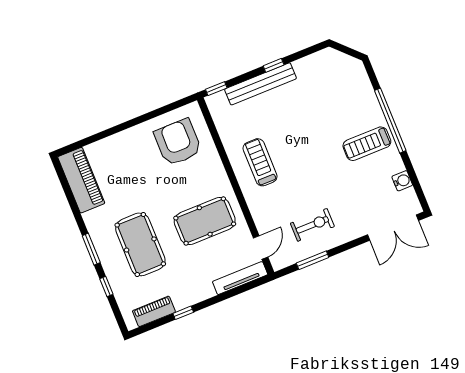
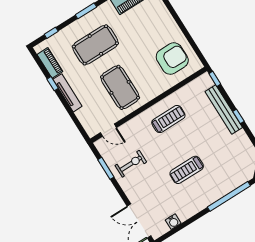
window: (390, 121) -> (229, 196), moved
treadmill: (367, 144) -> (187, 170), moved, turned -90
exercise bike: (312, 225) -> (131, 164), turned -90
tv unit: (240, 278) -> (67, 93), moved
window: (106, 287) -> (51, 33), moved

